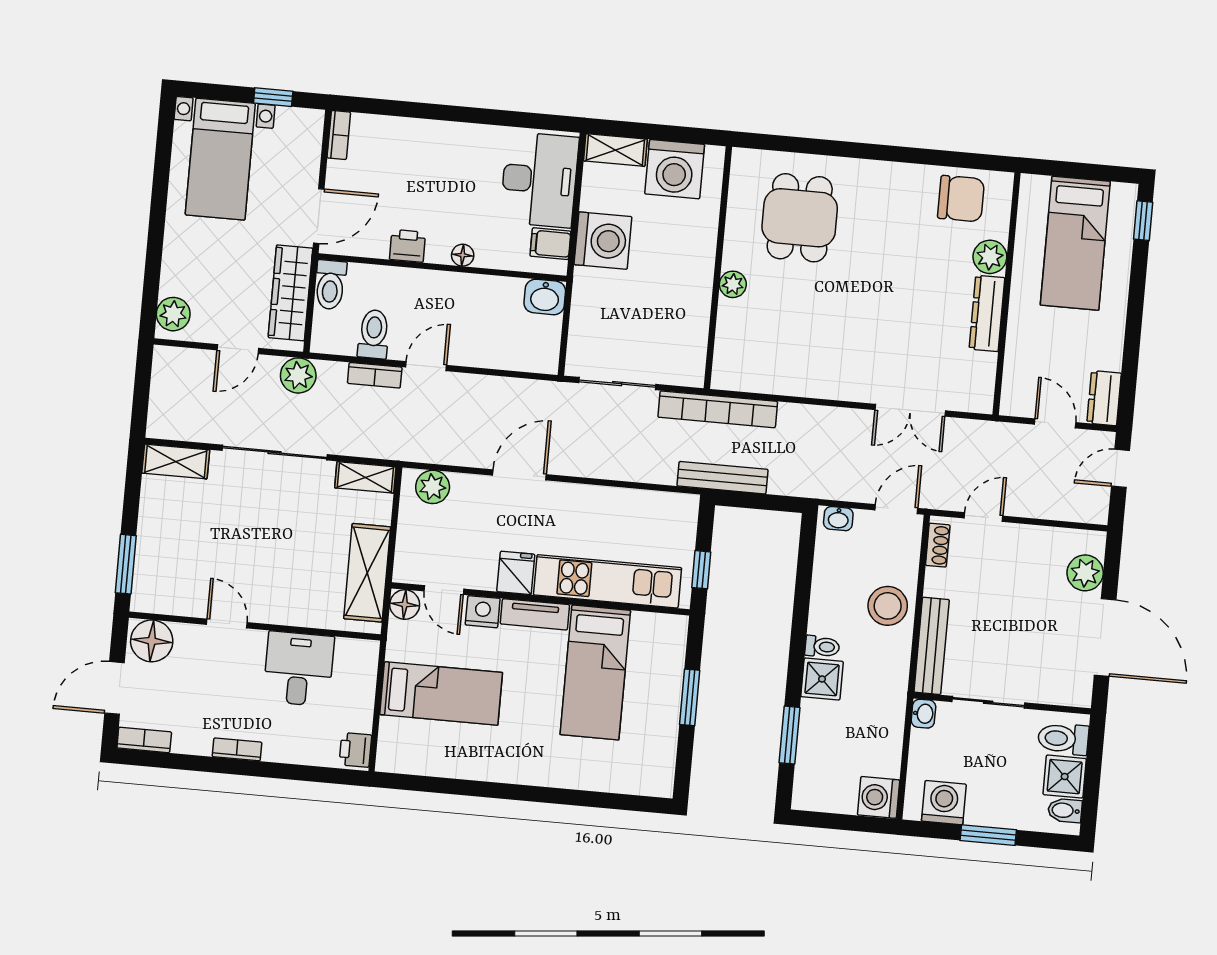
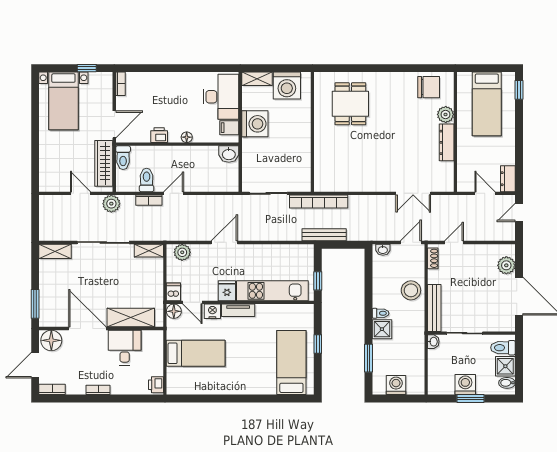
plant: (733, 284) -> (321, 139), removed
plant: (173, 314) -> (47, 179), removed
door: (238, 349) -> (80, 193), swing flipped
dishwasher: (407, 565) -> (173, 292), added
shelving: (367, 573) -> (131, 318), moved, turned 90
door: (227, 624) -> (87, 329), width x1.88
bed: (595, 672) -> (291, 362), moved, turned 180
window: (690, 697) -> (318, 344), width x0.67
washing machine: (879, 797) -> (396, 385), moved, turned 90
washing machine: (944, 803) -> (465, 384), moved

